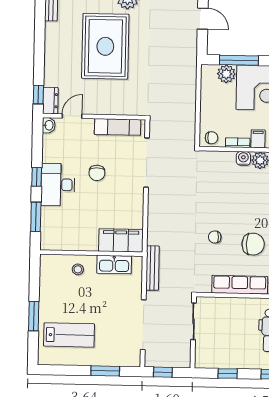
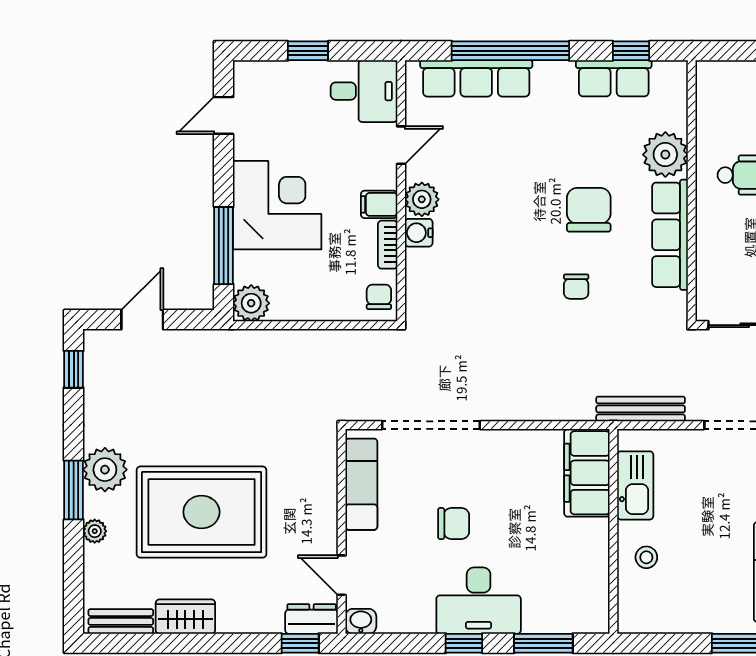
wardrobe: (53, 37) -> (185, 617), added
plant: (226, 74) -> (251, 303), moved

